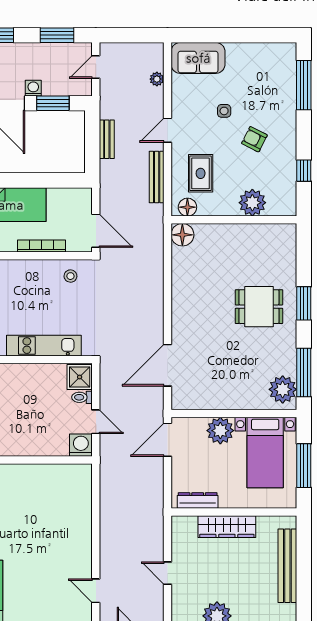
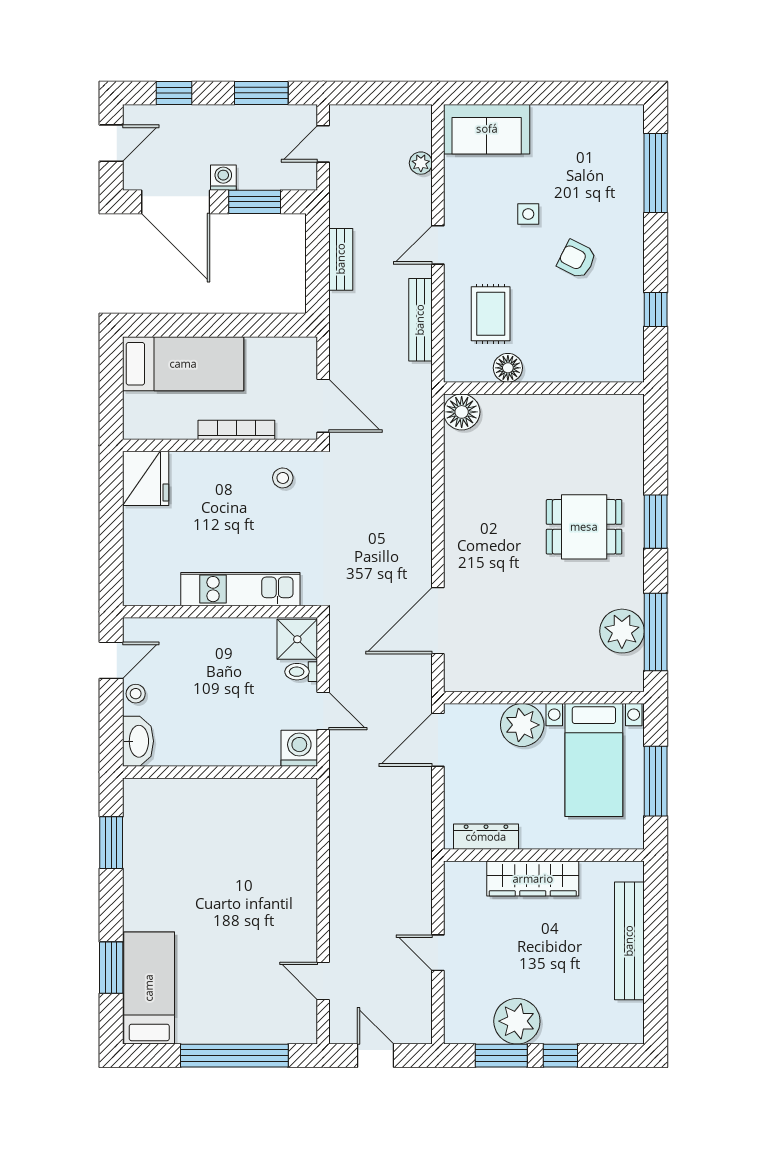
plant: (252, 203) -> (574, 361), removed
floor lamp: (187, 207) -> (508, 368), moved
plant: (283, 389) -> (622, 631), moved

